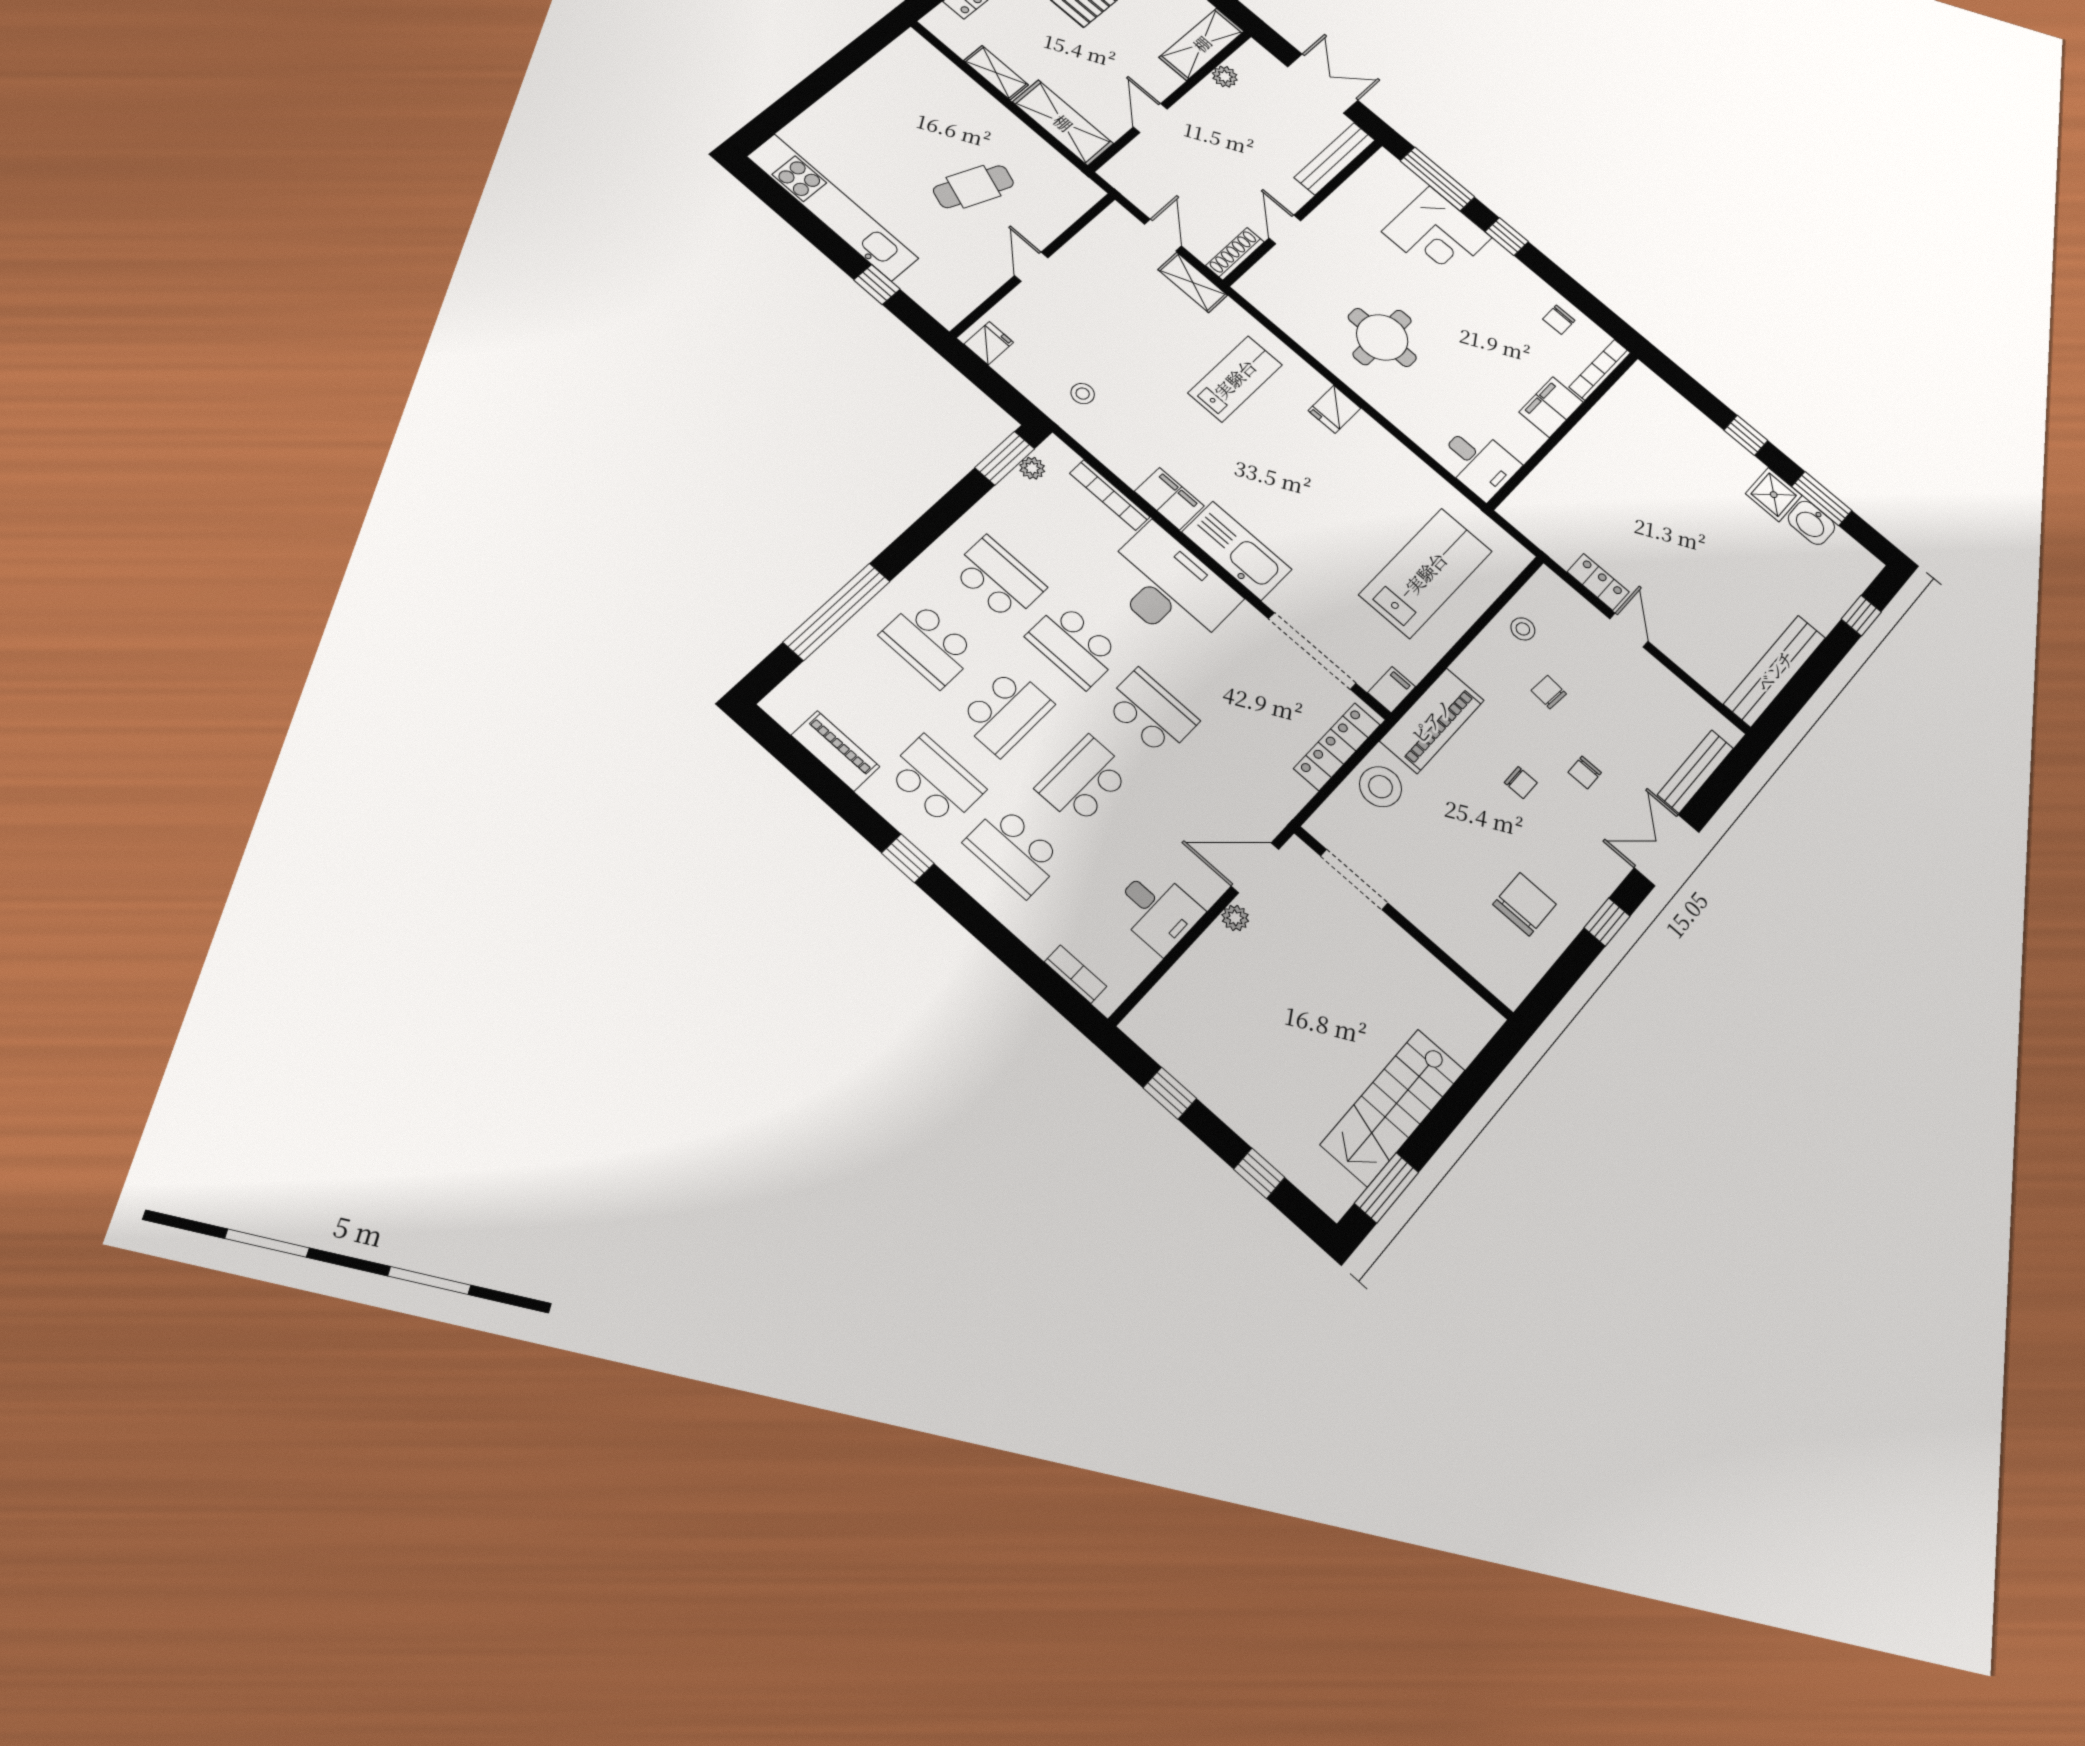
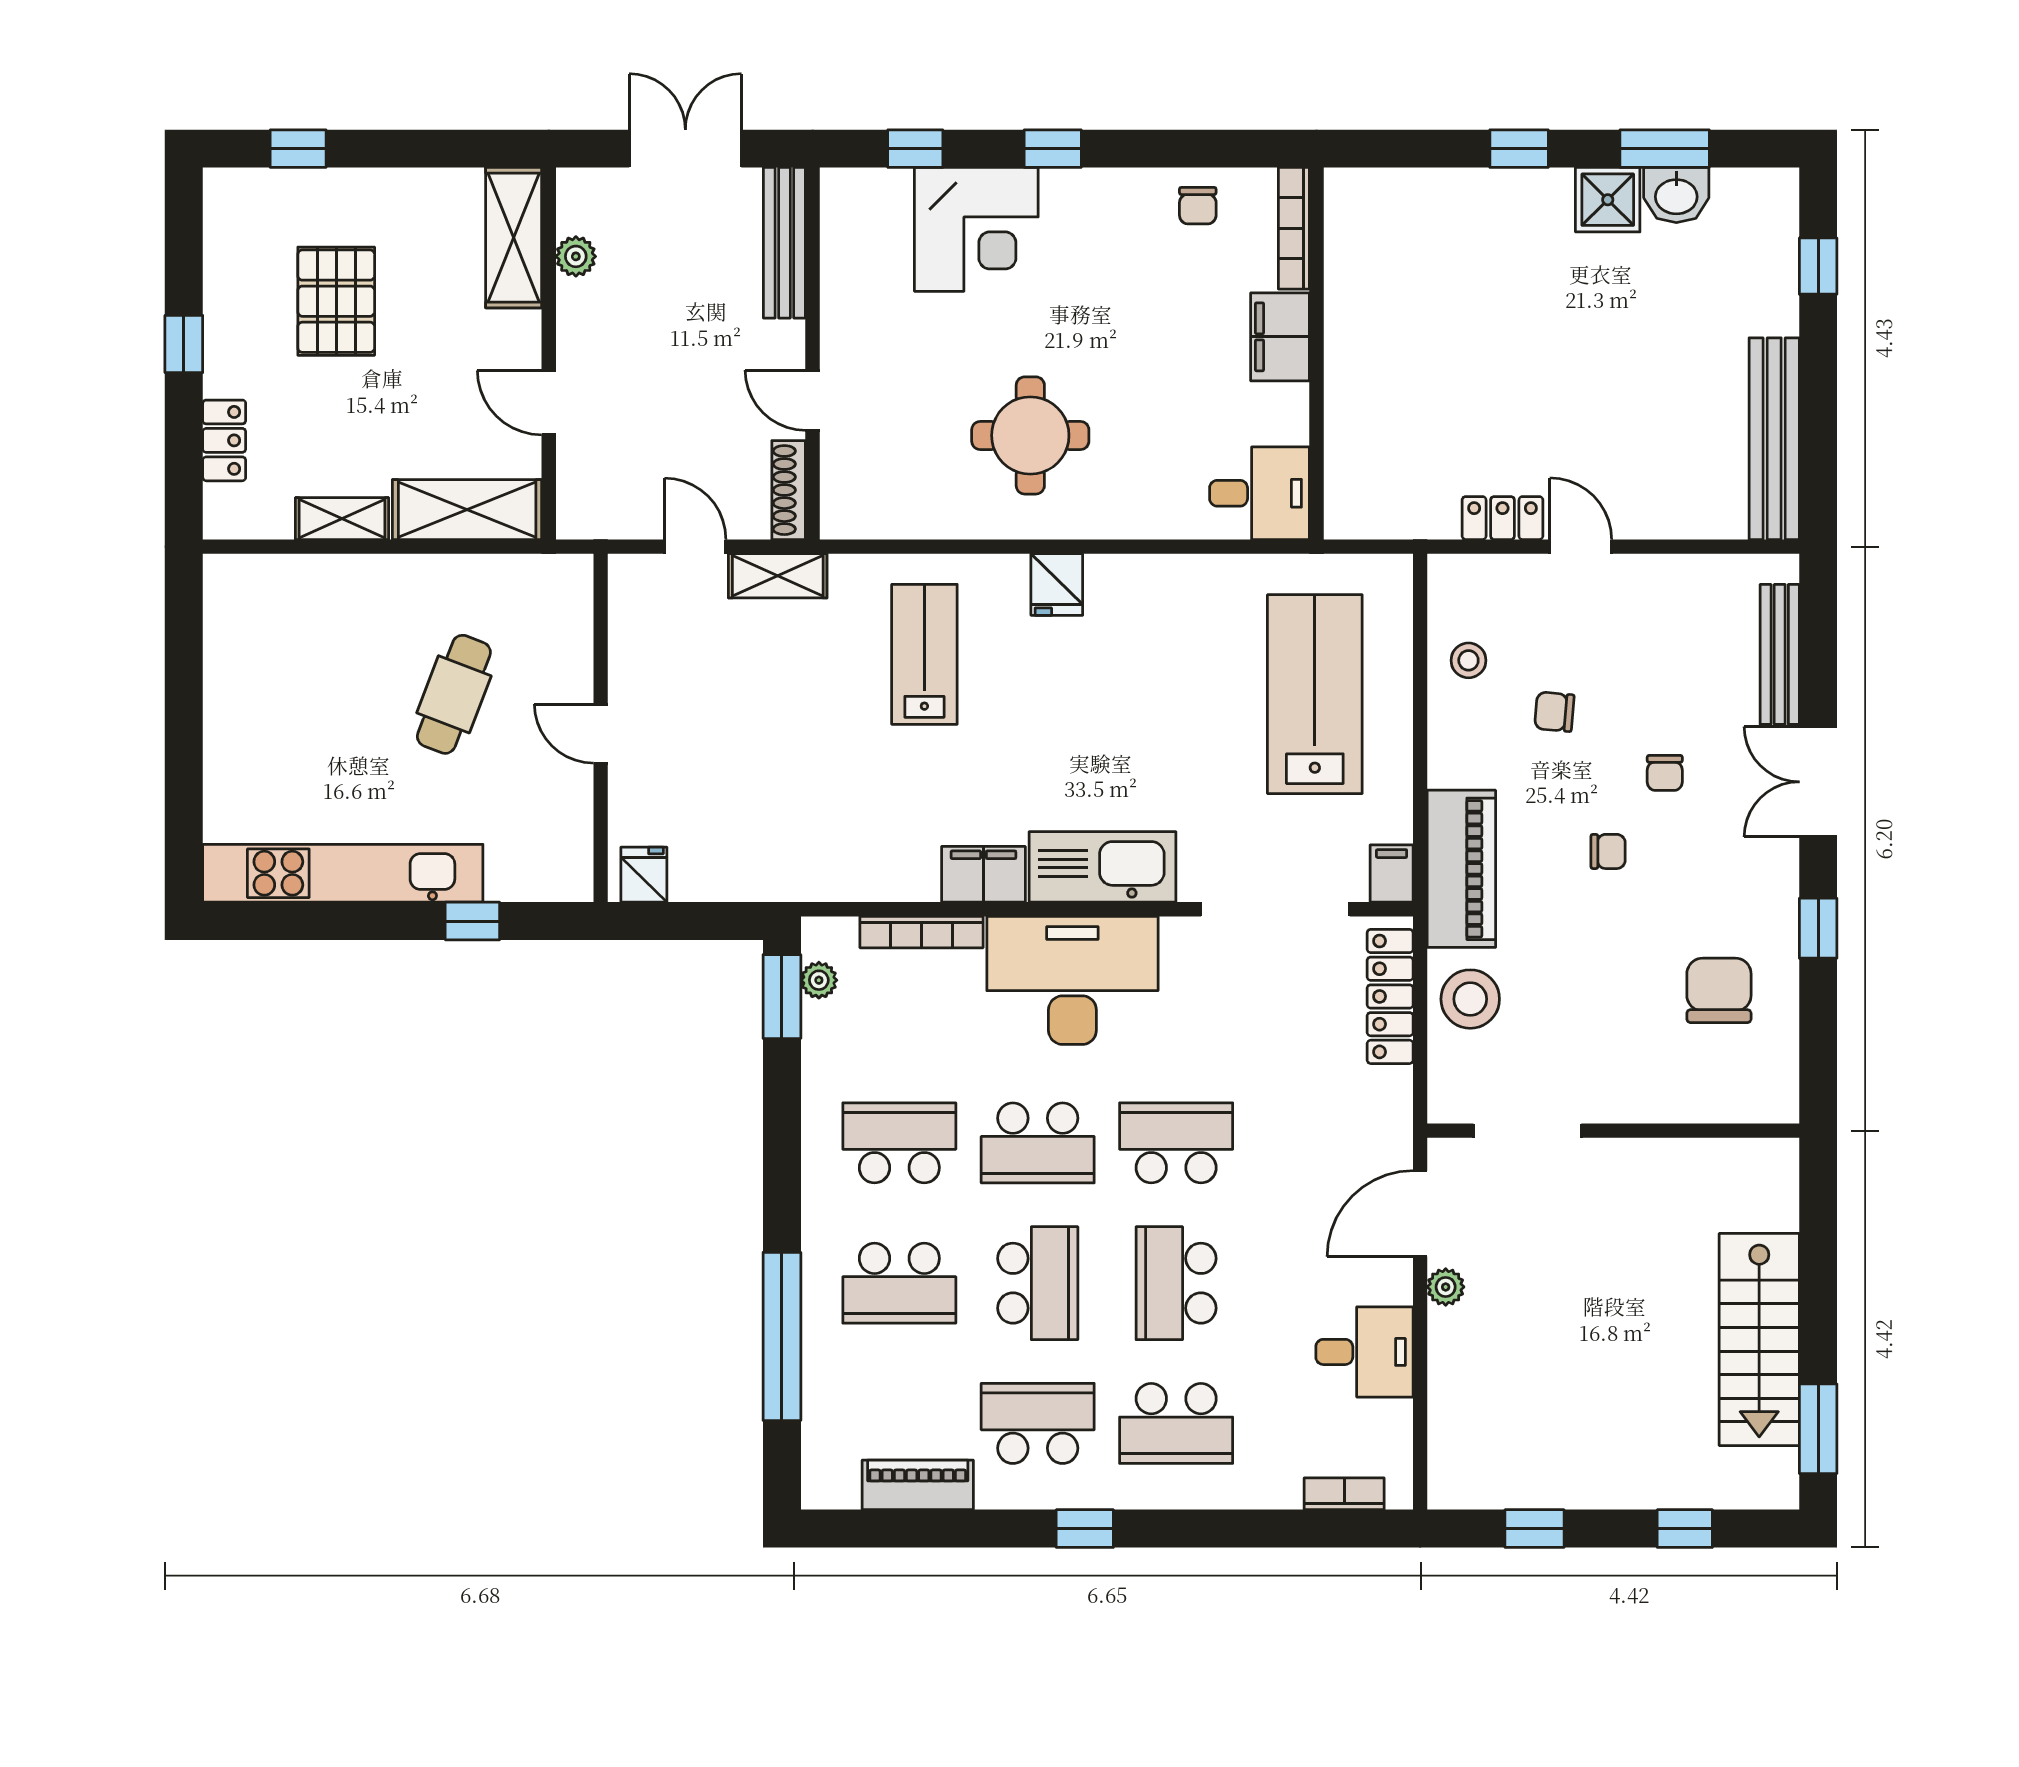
window: (1437, 179) -> (915, 149), width x0.46
stool: (1083, 394) -> (789, 837), removed

